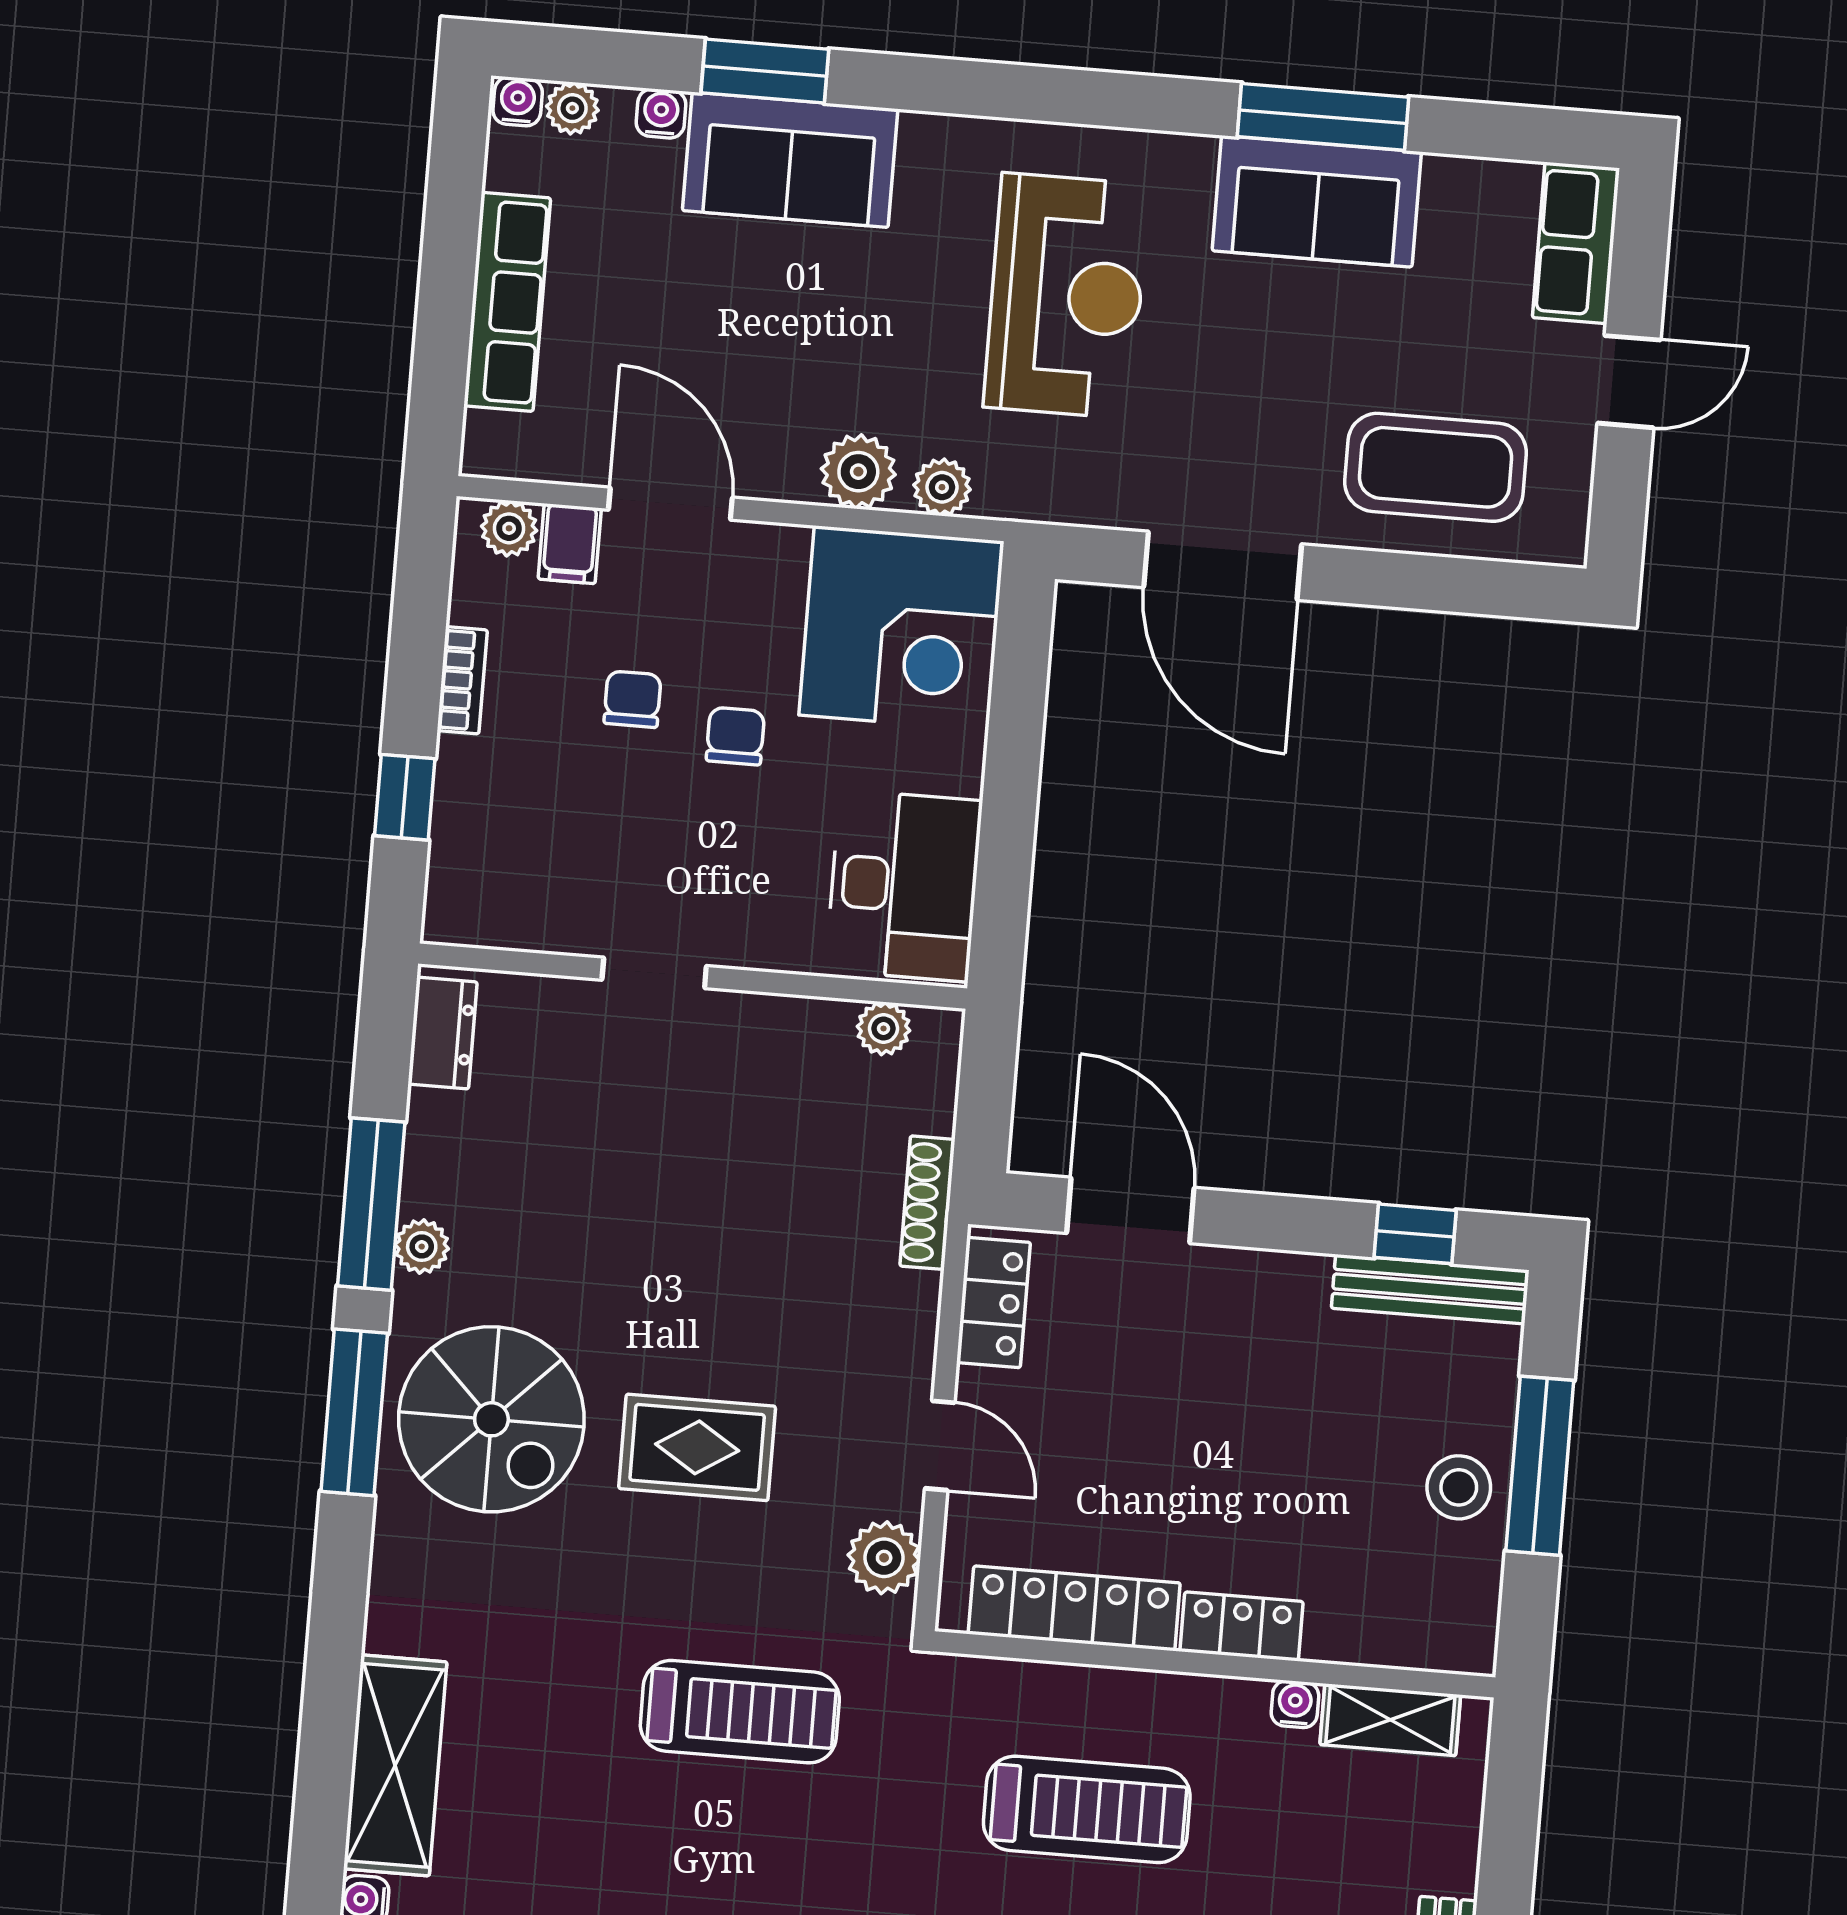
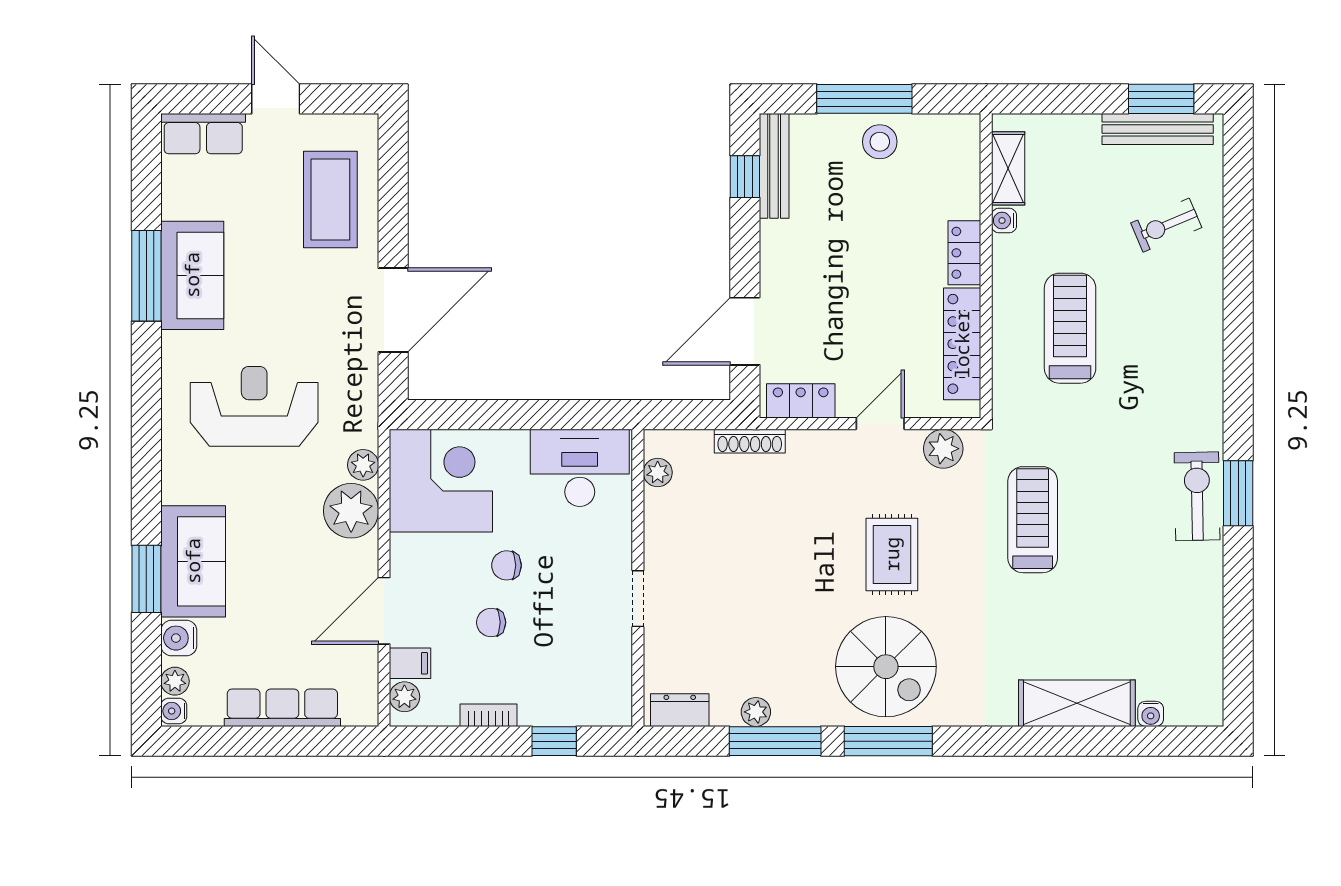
water cooler: (661, 113) -> (179, 638), width x1.38, depth x1.38
plant: (858, 472) -> (351, 511), width x1.36, depth x1.36
plant: (422, 1247) -> (756, 712), moved
spiral stairs: (491, 1419) -> (886, 667), turned 90

